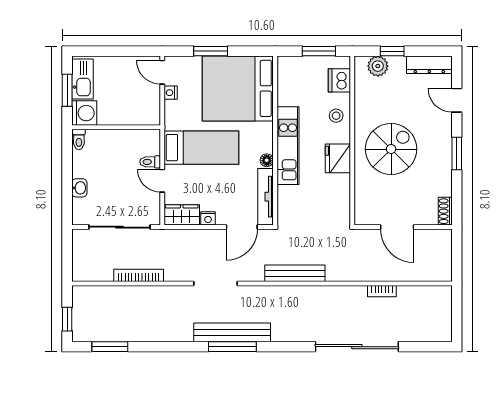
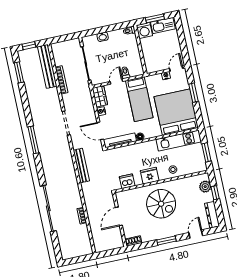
dishwasher: (339, 80) -> (127, 181), moved
kitchen unit: (288, 146) -> (179, 141), moved
bench: (232, 332) -> (47, 66), moved

